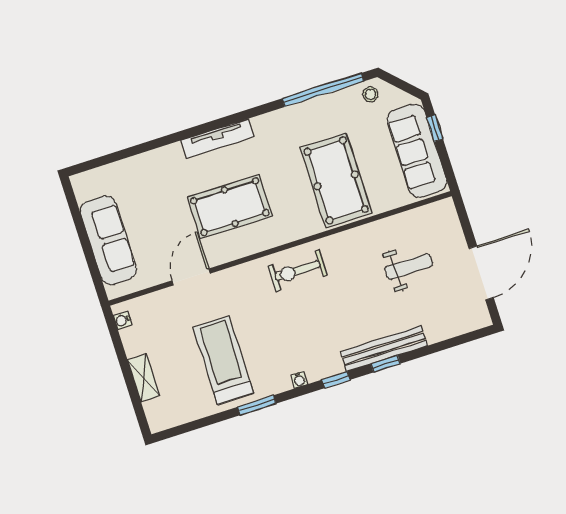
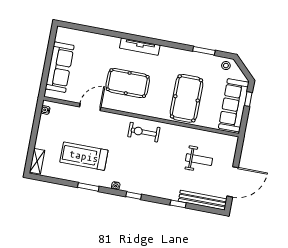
window: (323, 90) -> (204, 51), width x0.47
bench: (384, 349) -> (203, 200), moved
treadmill: (223, 360) -> (84, 156), turned -90
window: (386, 364) -> (178, 204), moved
shelving: (144, 378) -> (37, 161), moved

